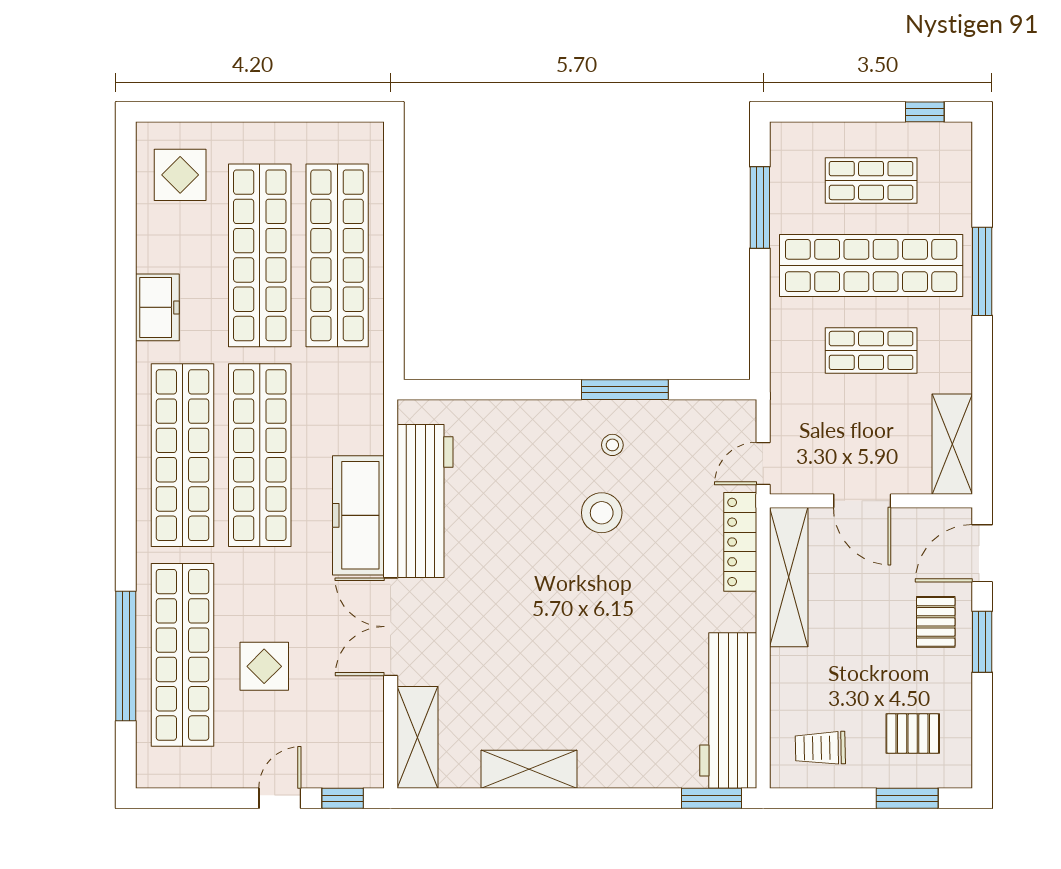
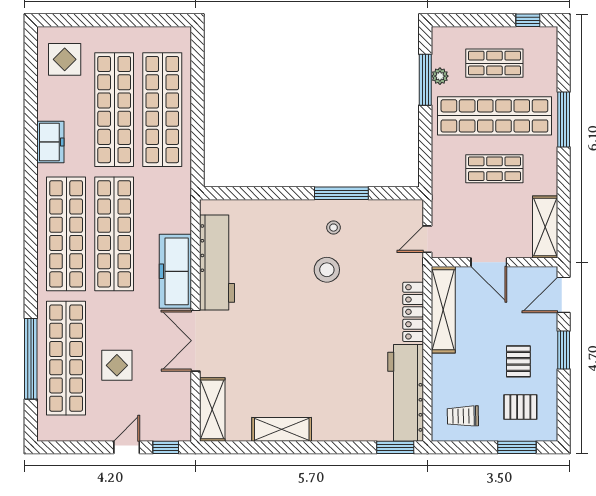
plant: (783, 202) -> (440, 76), added
locker: (740, 542) -> (413, 312), moved
pallet: (936, 622) -> (518, 361), moved

